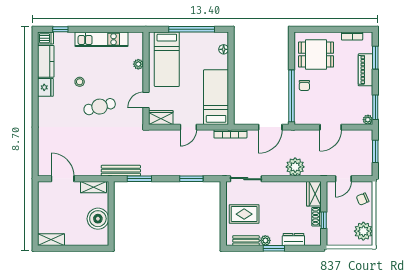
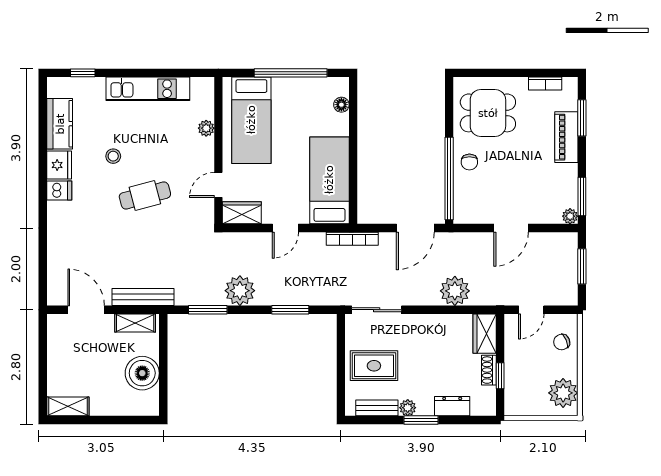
dishwasher: (46, 38) -> (59, 190), moved
plant: (160, 167) -> (240, 291), added
bench: (121, 171) -> (143, 297), moved

